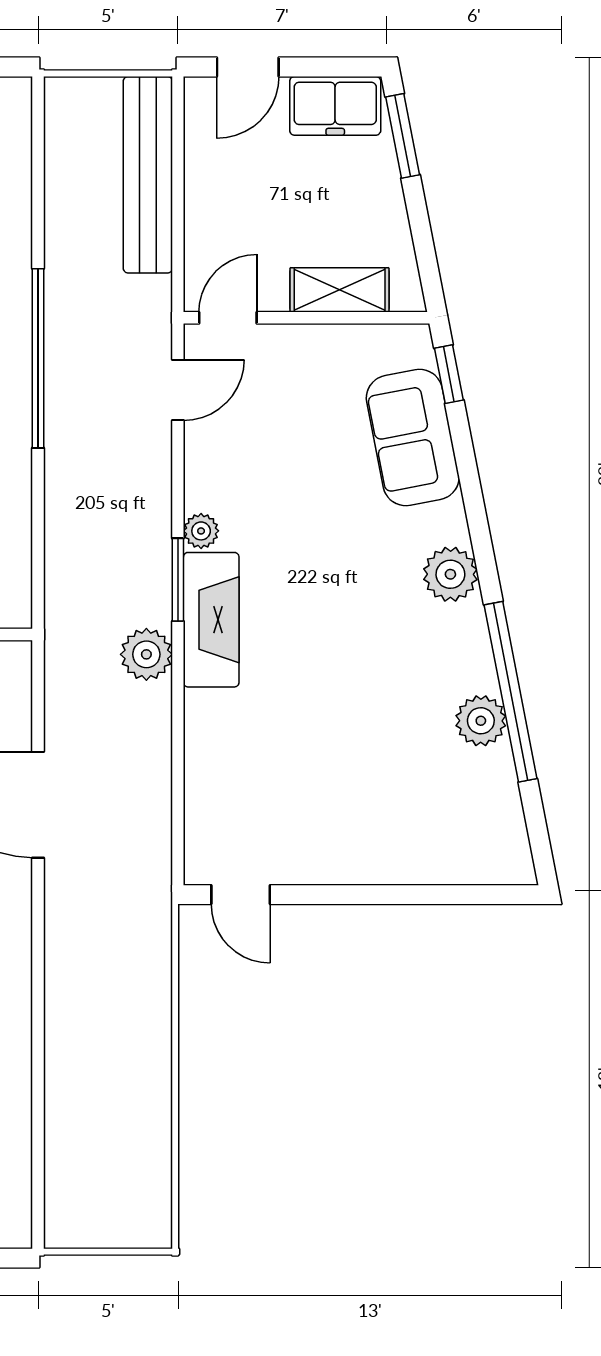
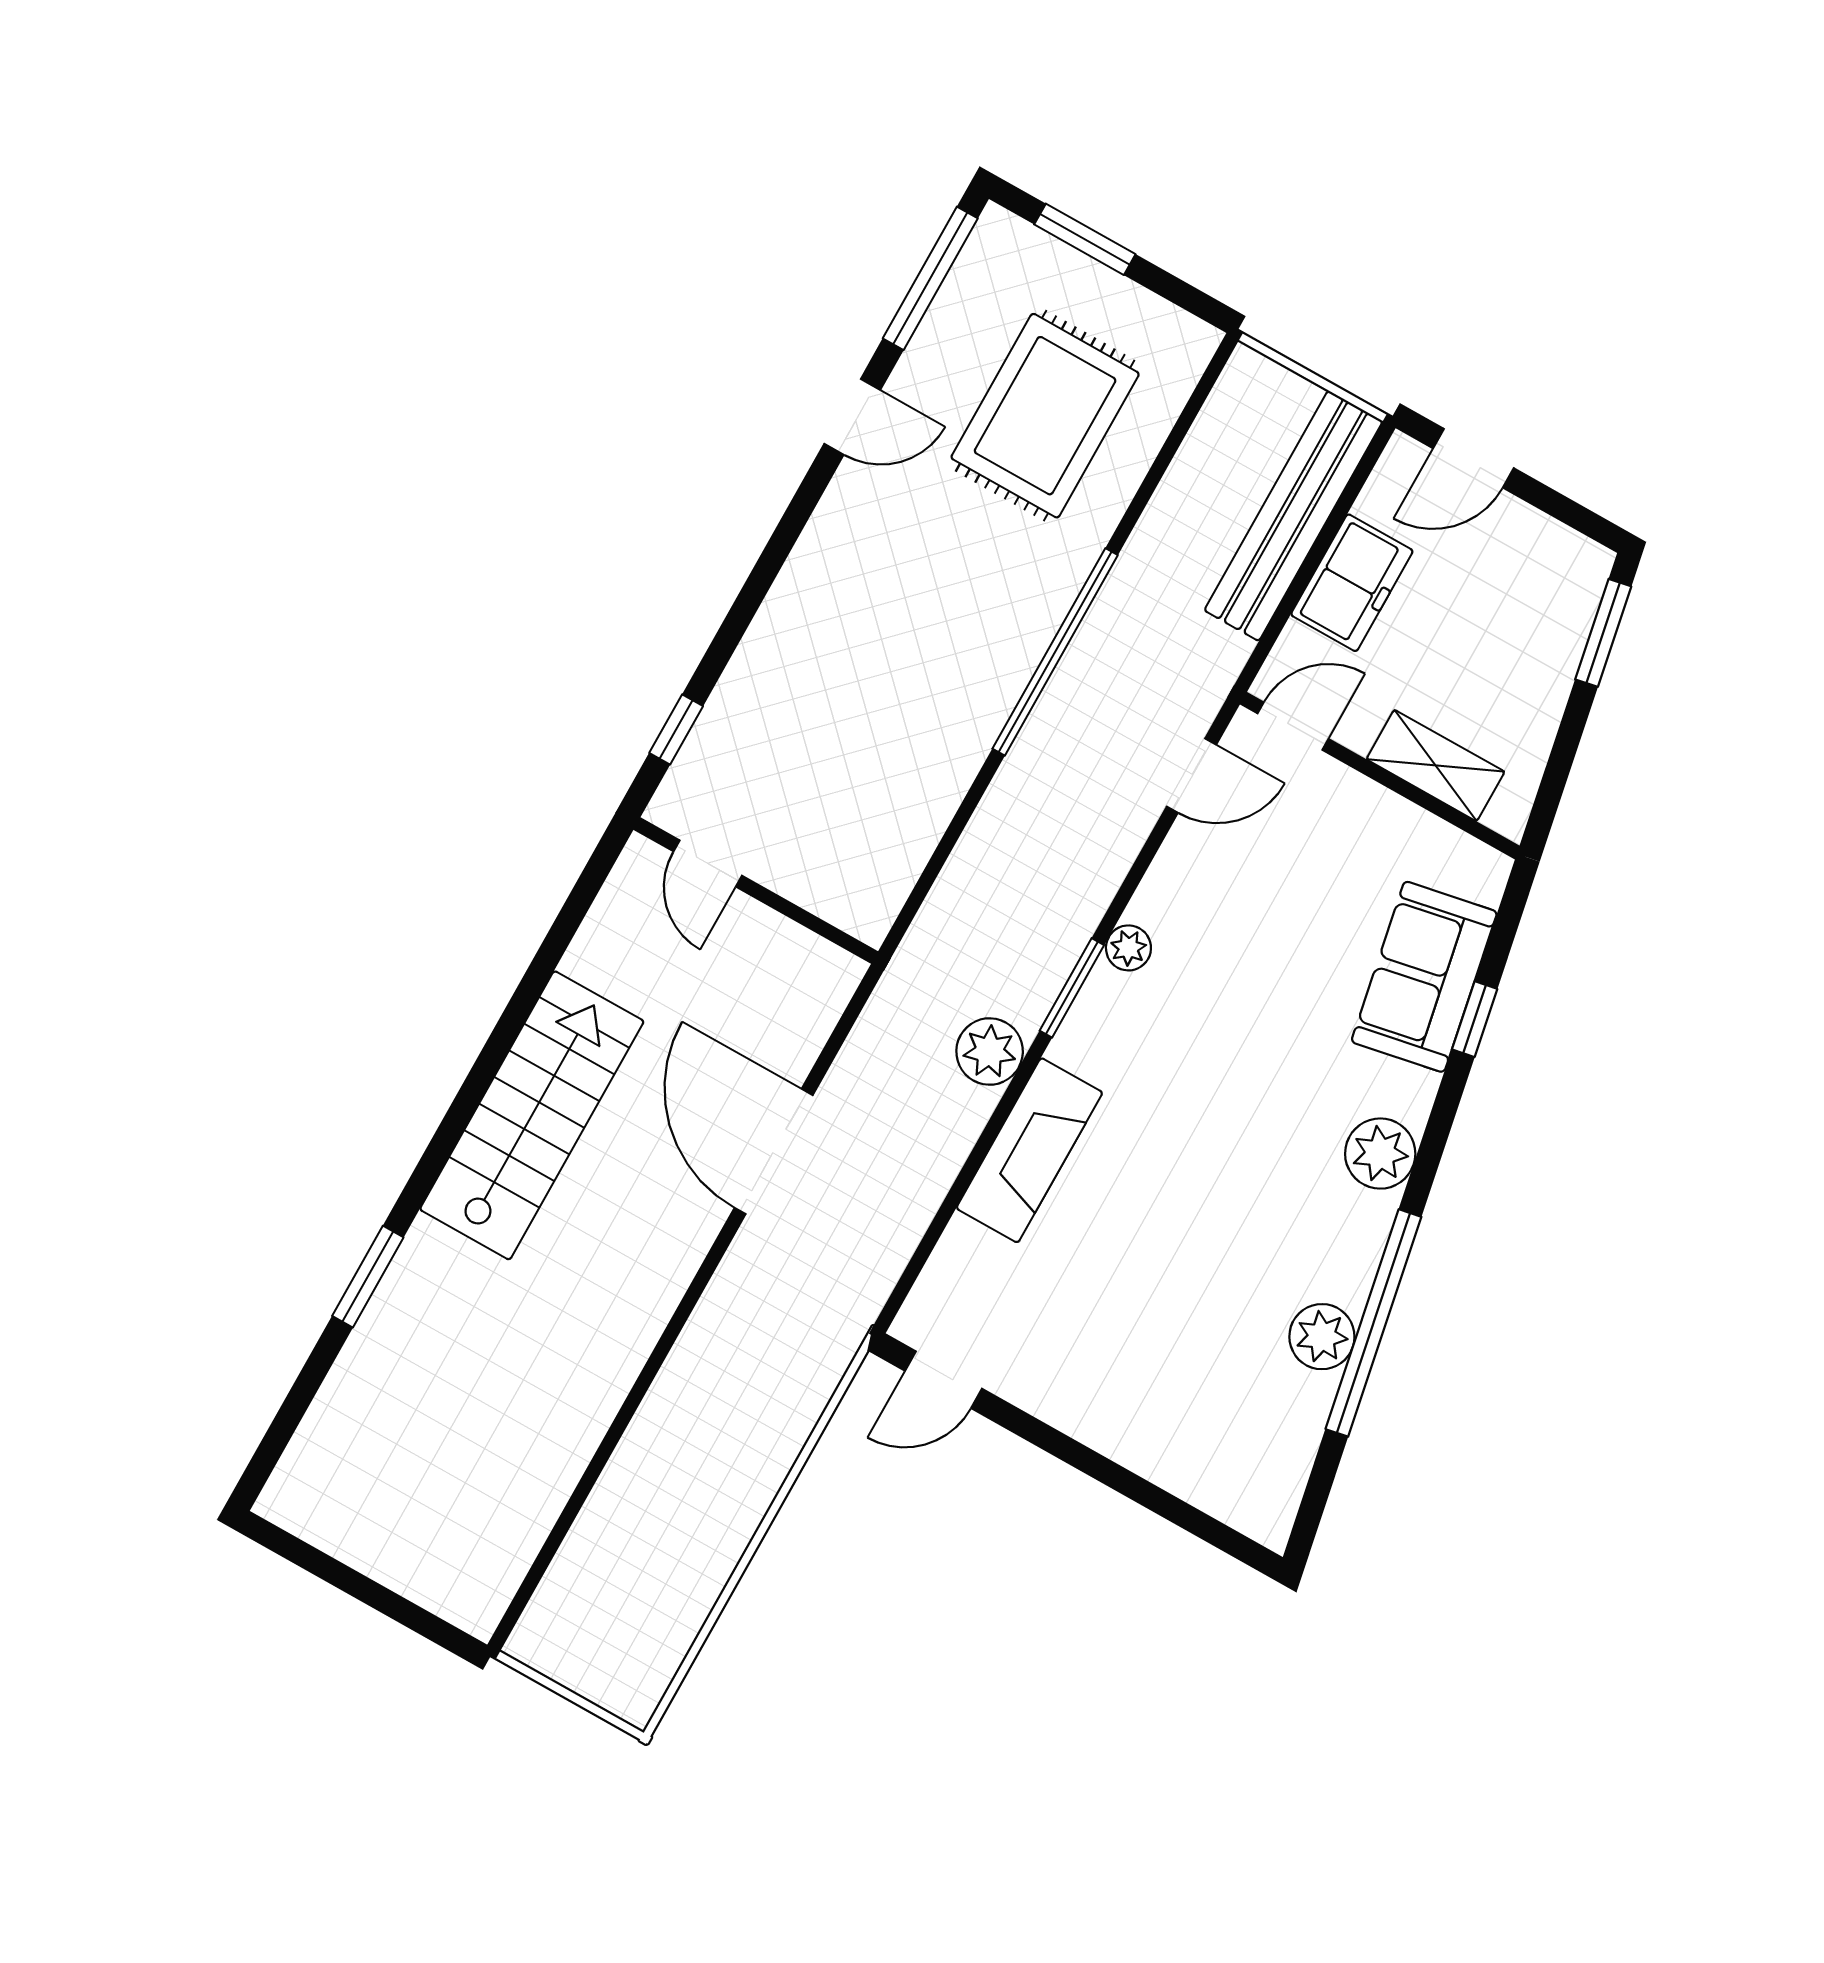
freezer: (335, 106) -> (1352, 583), moved, turned -90
window: (449, 374) -> (1475, 1019), moved
fireplace: (211, 620) -> (1029, 1150), moved
door: (241, 895) -> (944, 1380), hinge flipped

